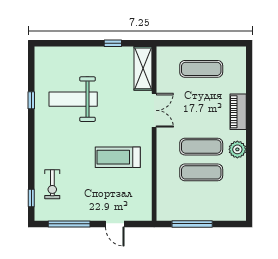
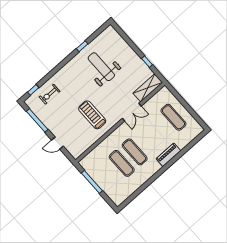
plant: (237, 149) -> (149, 171), removed
door: (115, 224) -> (57, 143), hinge flipped

